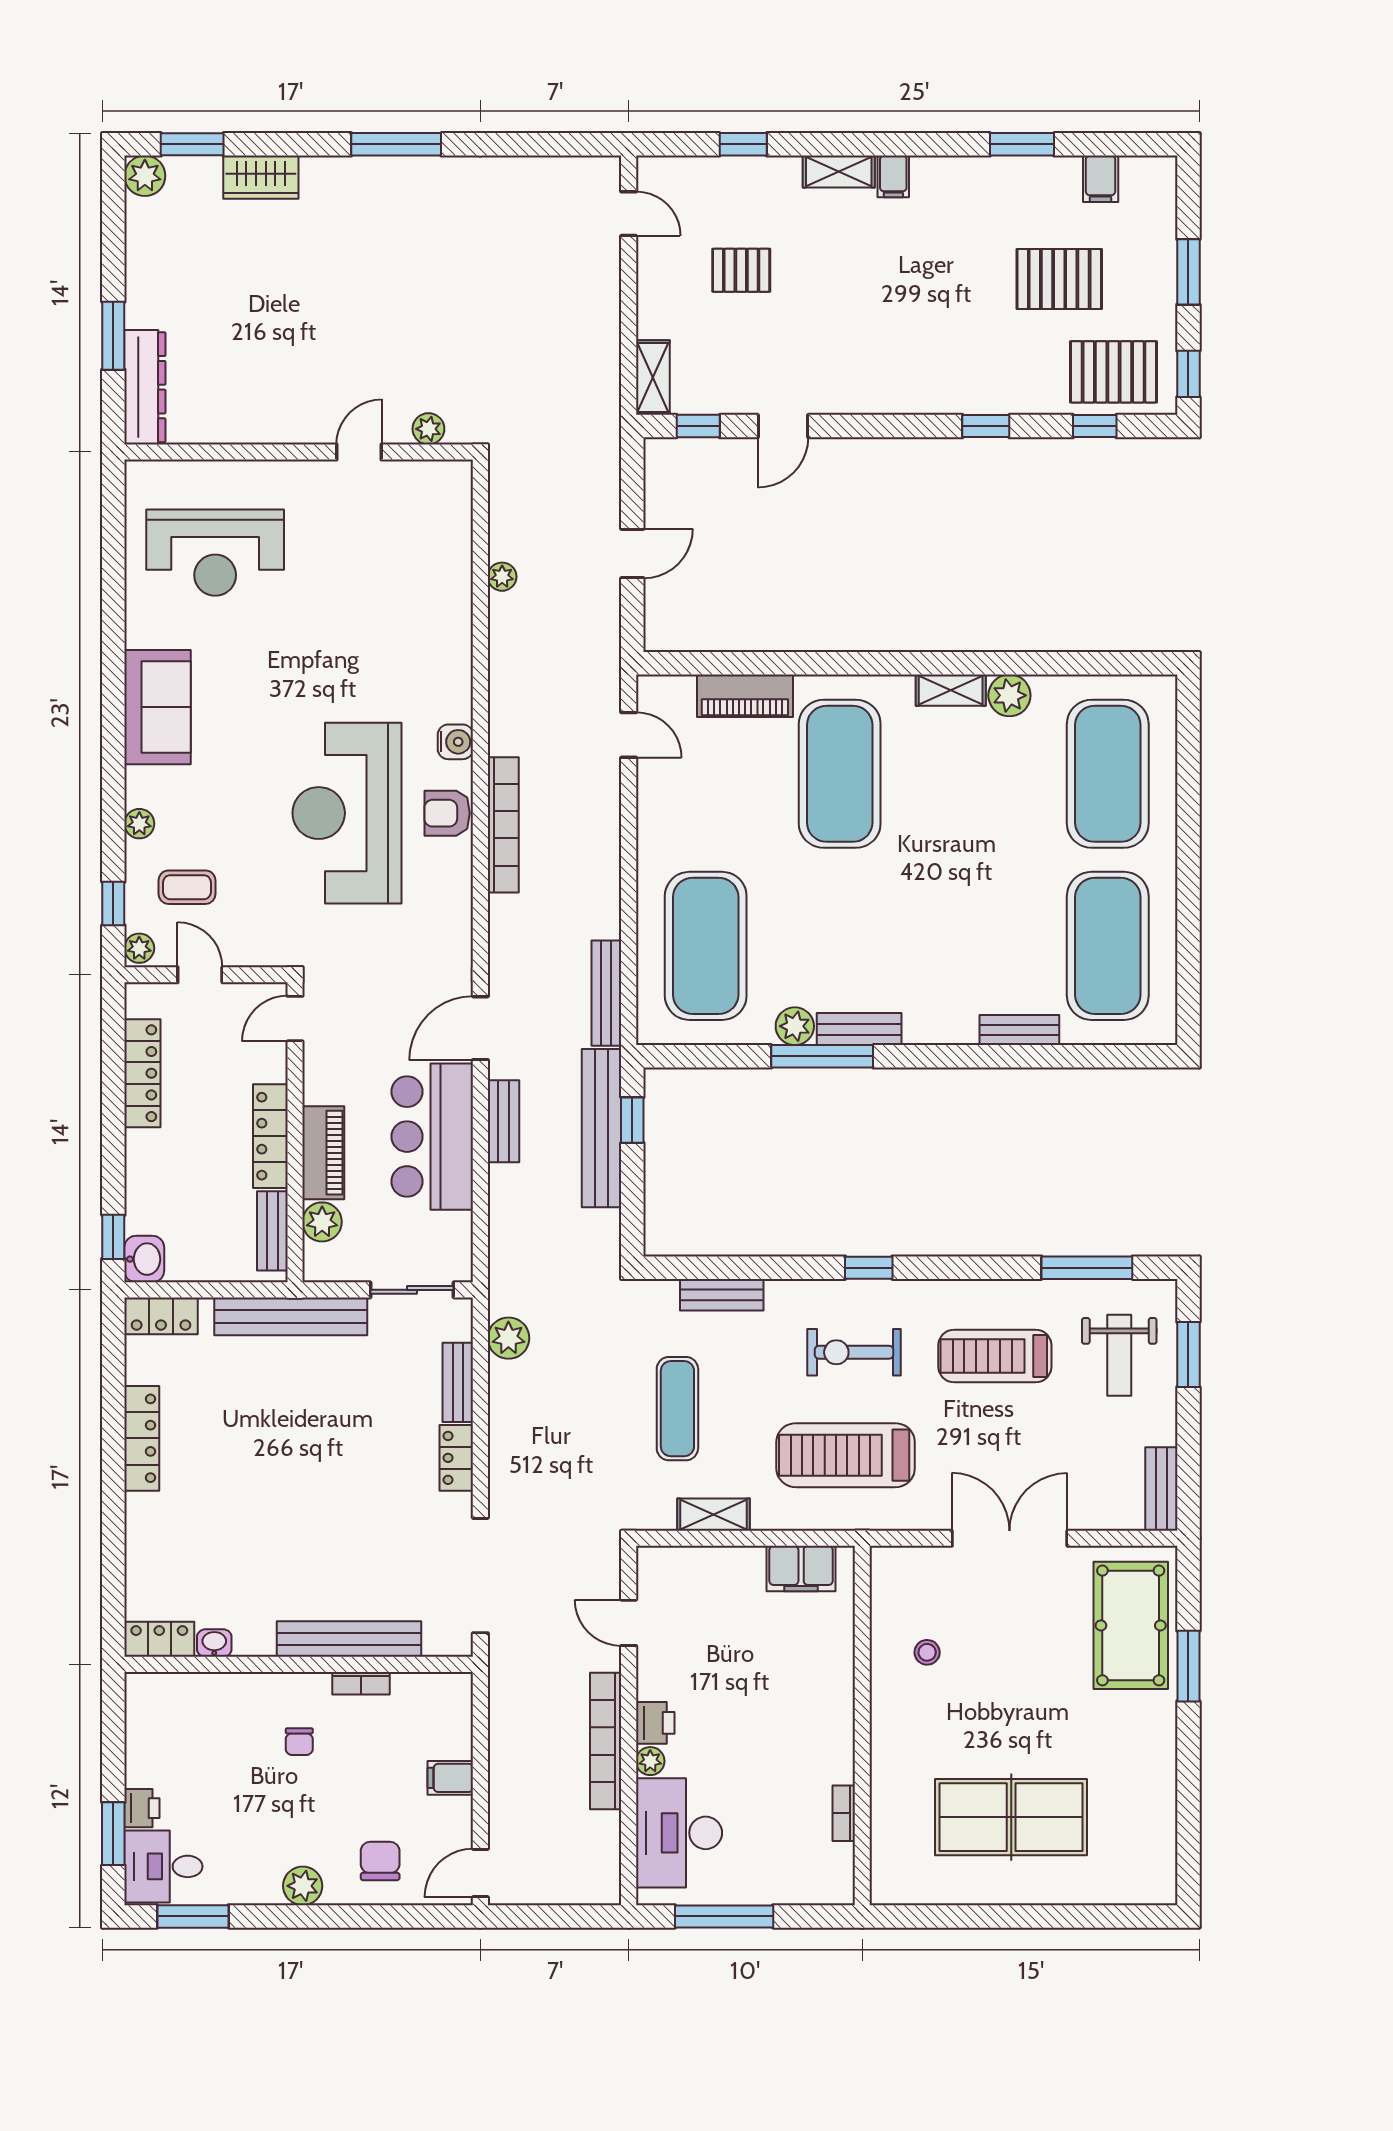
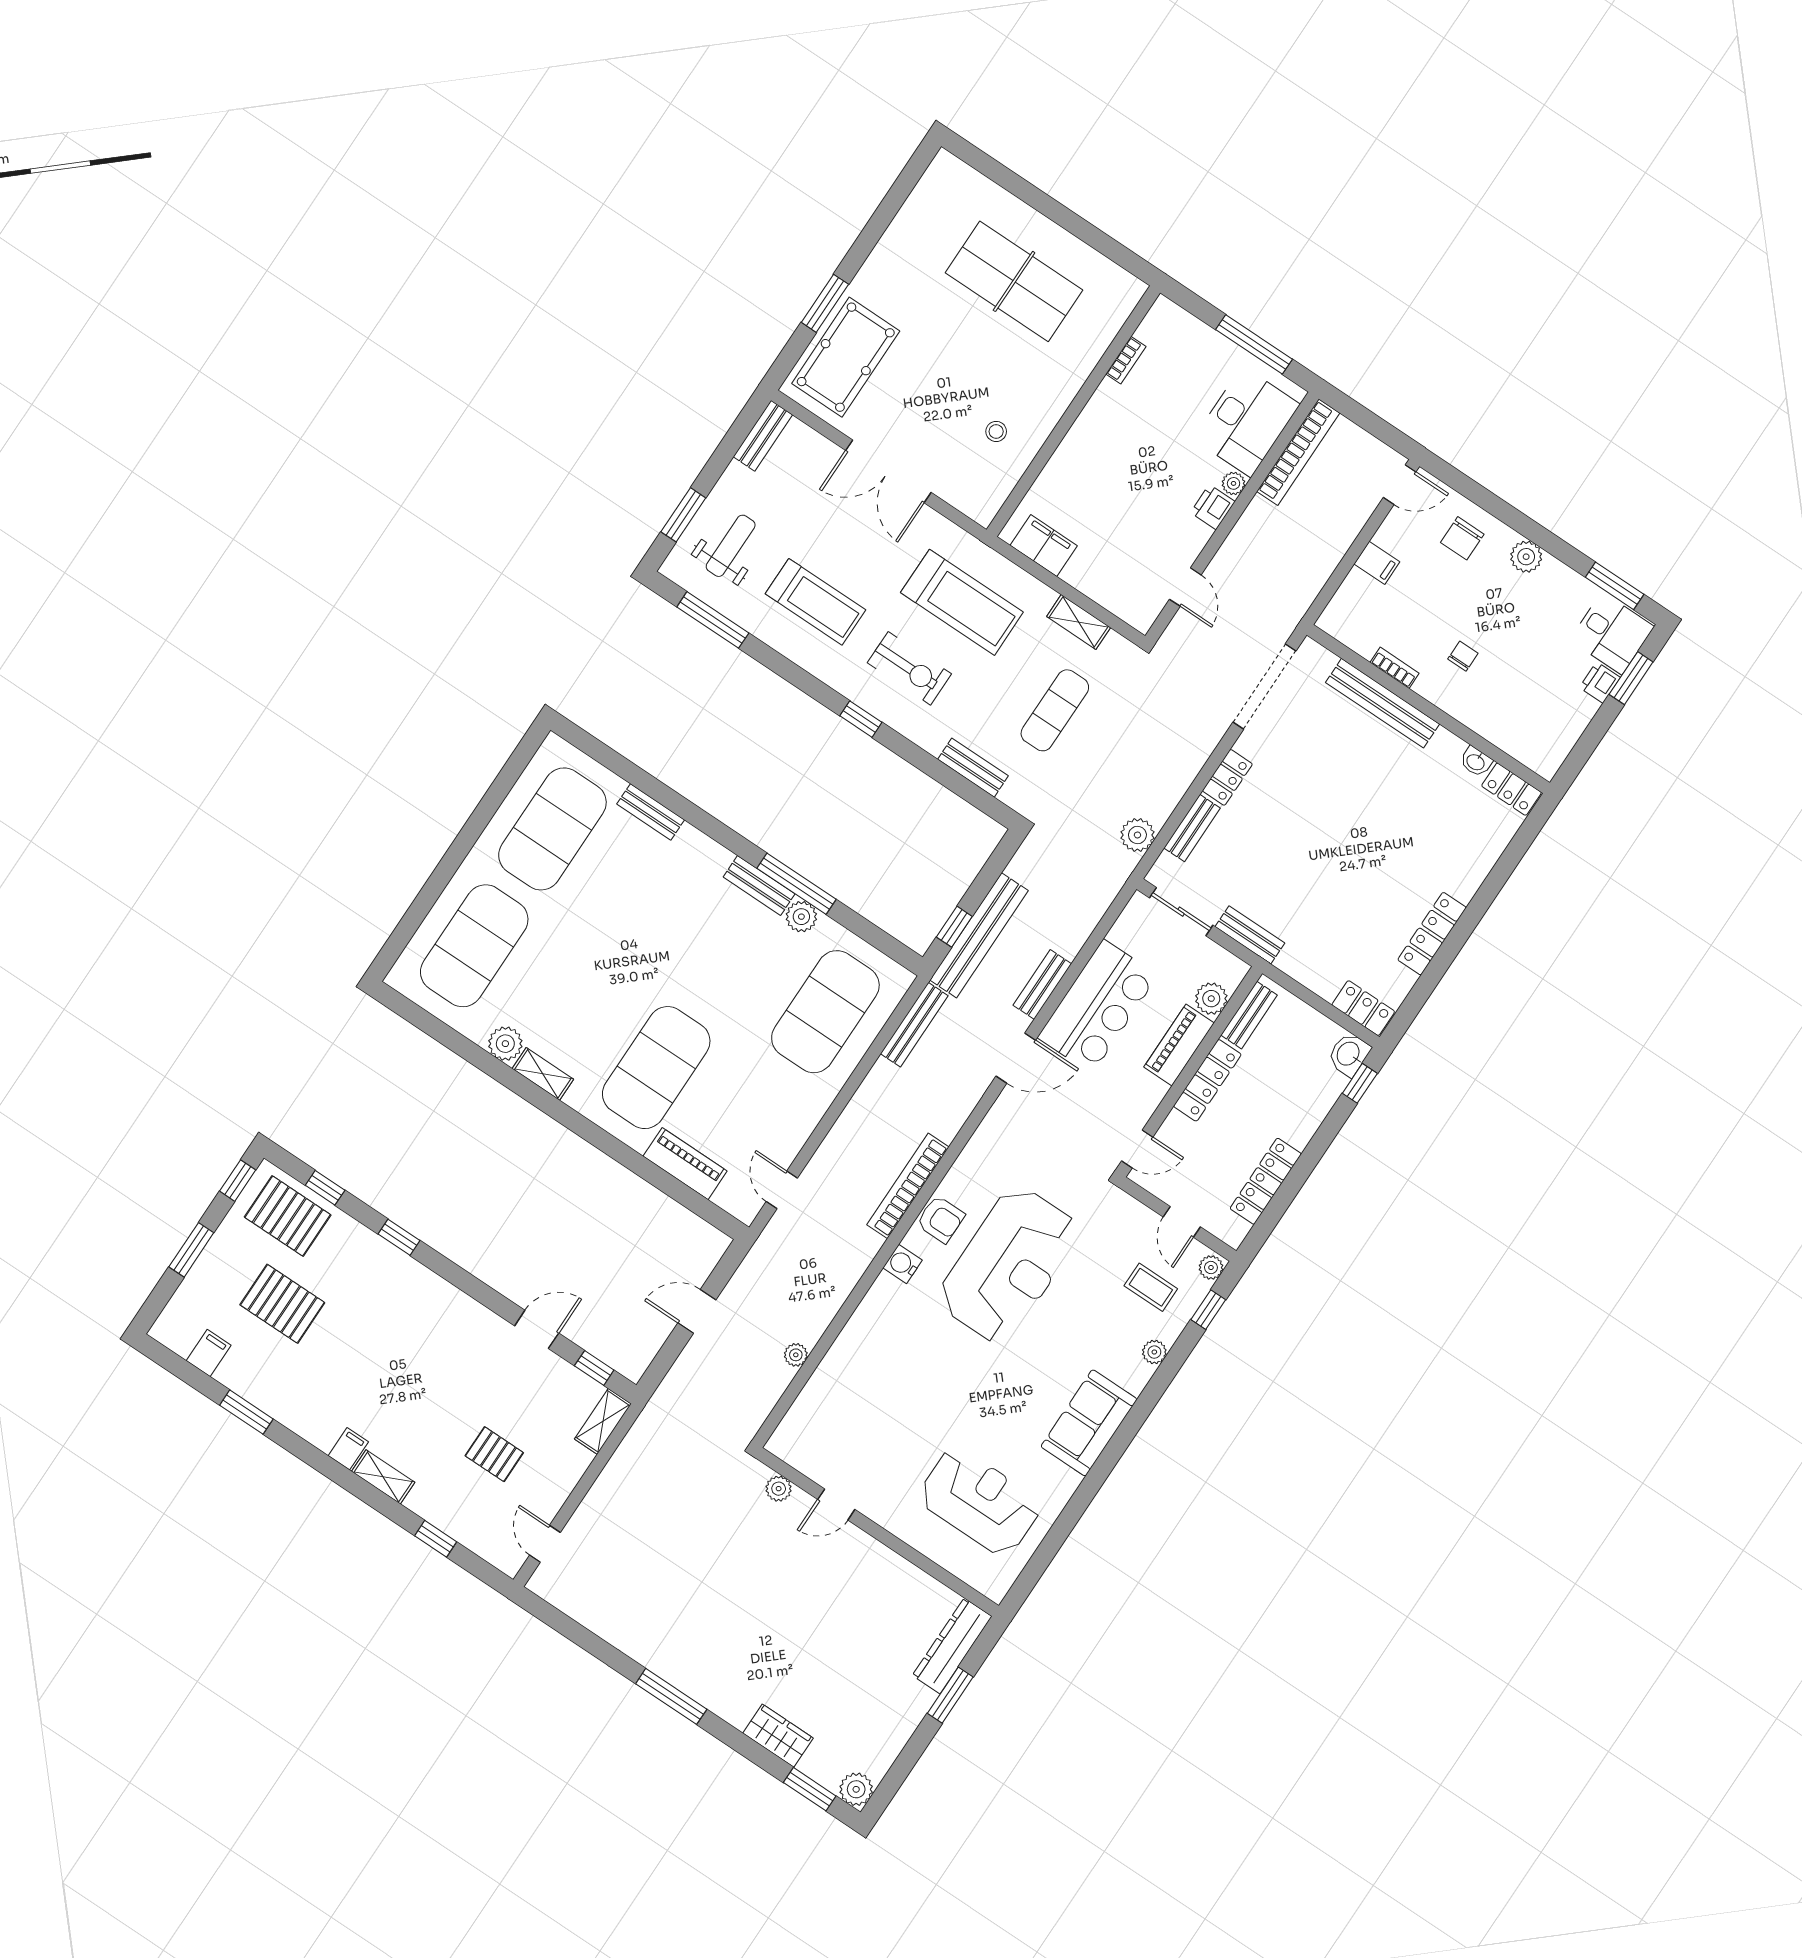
bench: (291, 1316) -> (1250, 935), width x0.54, depth x0.82
bookcase: (606, 1741) -> (1298, 452), moved

